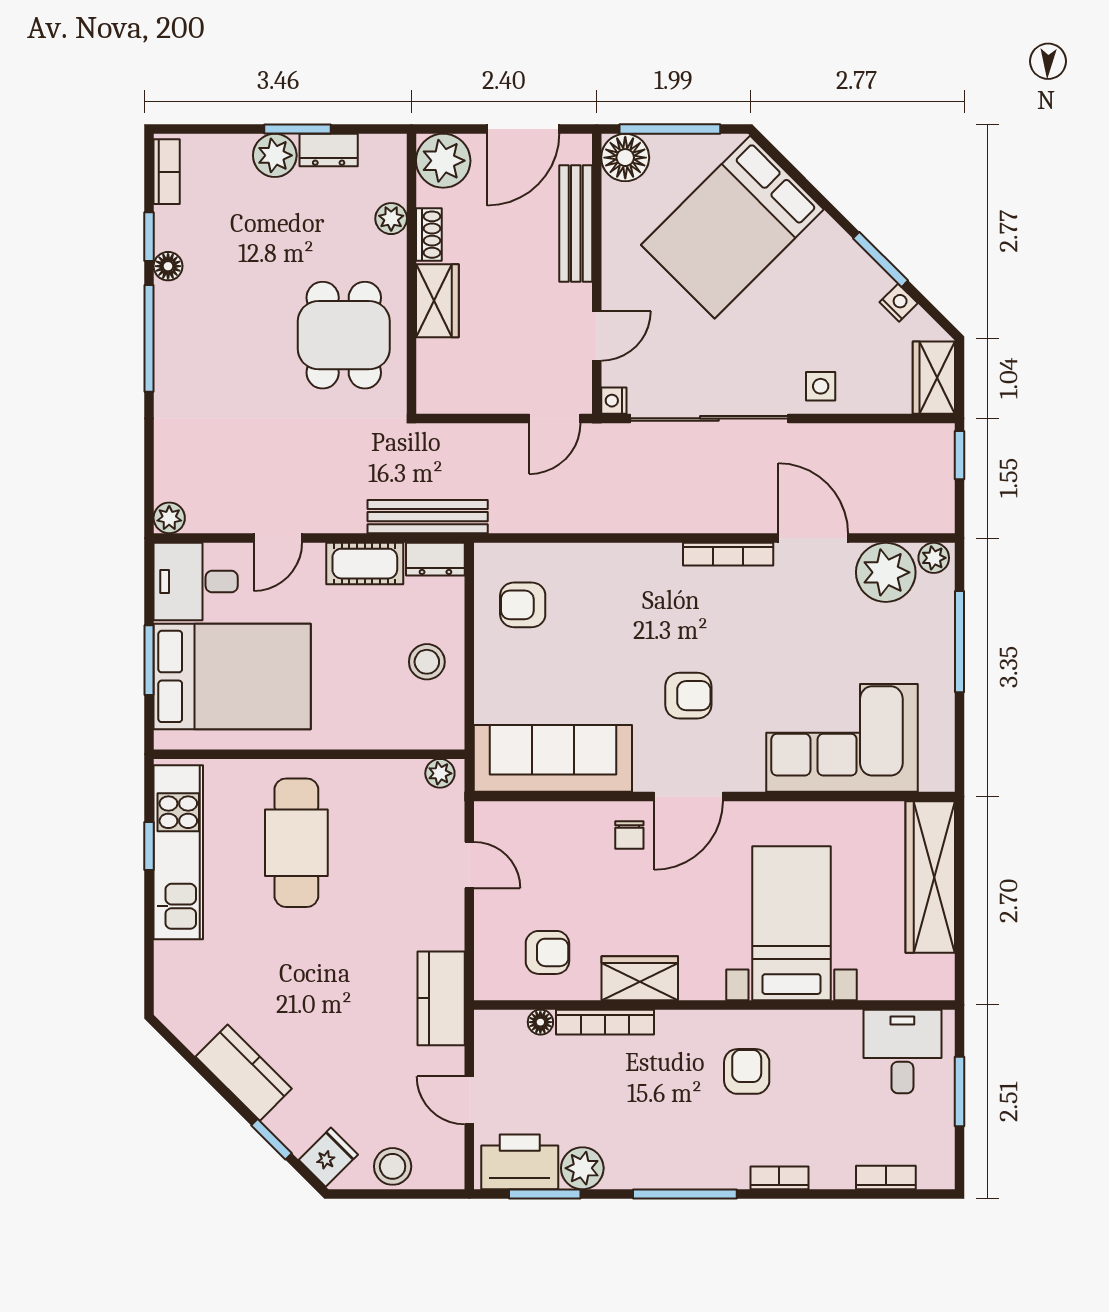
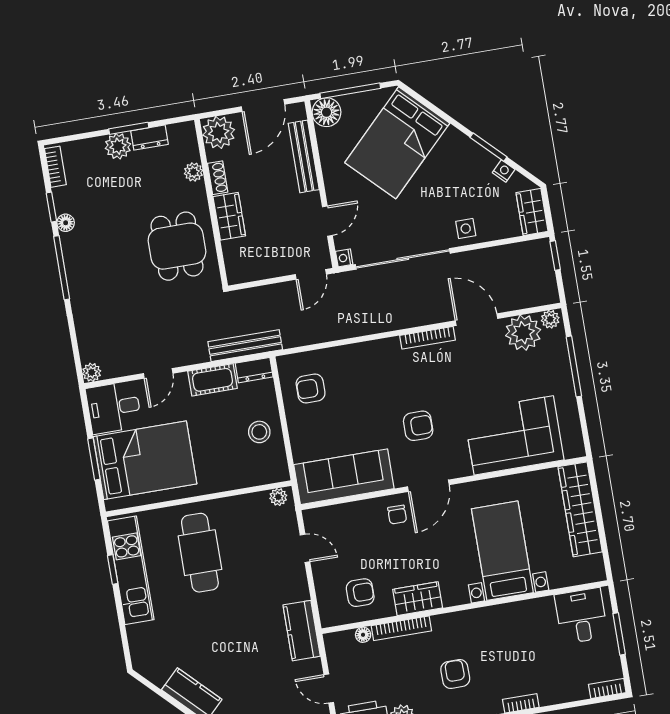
armchair: (747, 1071) -> (455, 674), moved
bookcase: (886, 1177) -> (607, 688), moved

